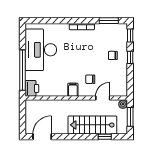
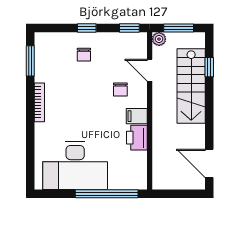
window: (130, 35) -> (129, 28), moved
printer: (32, 88) -> (137, 138), moved, turned -90

